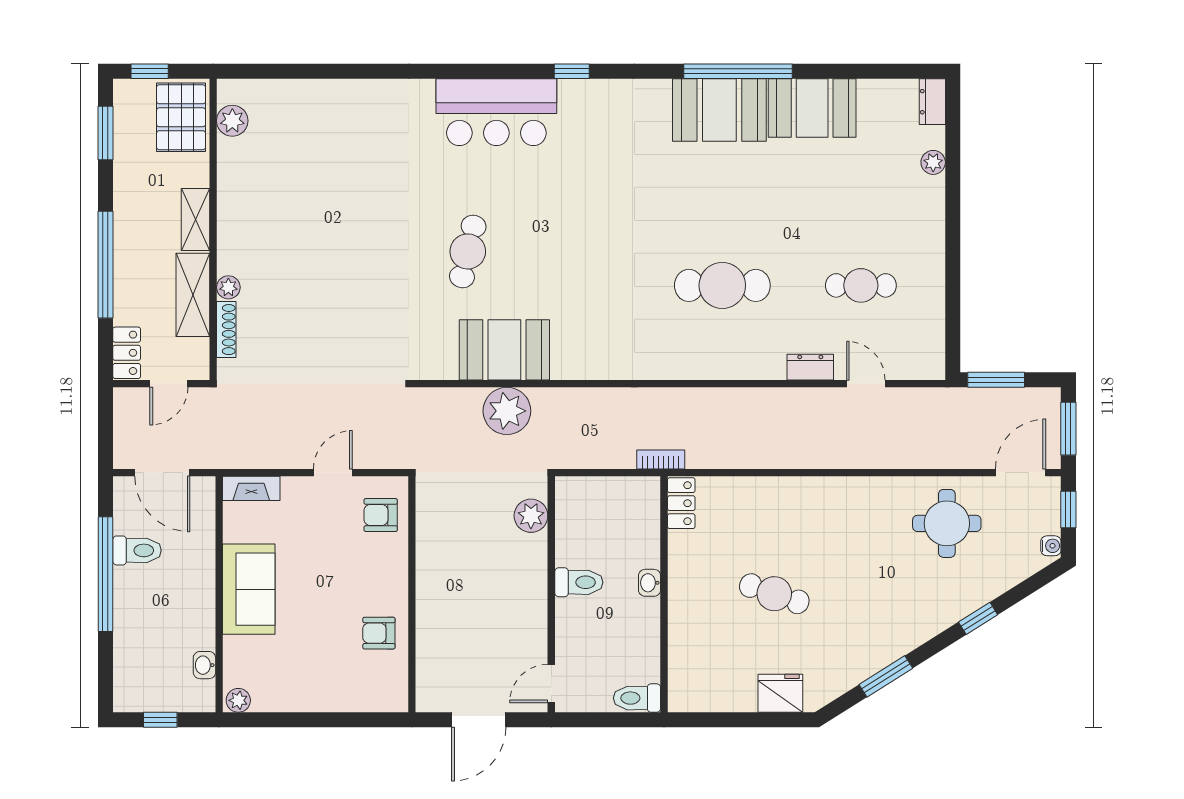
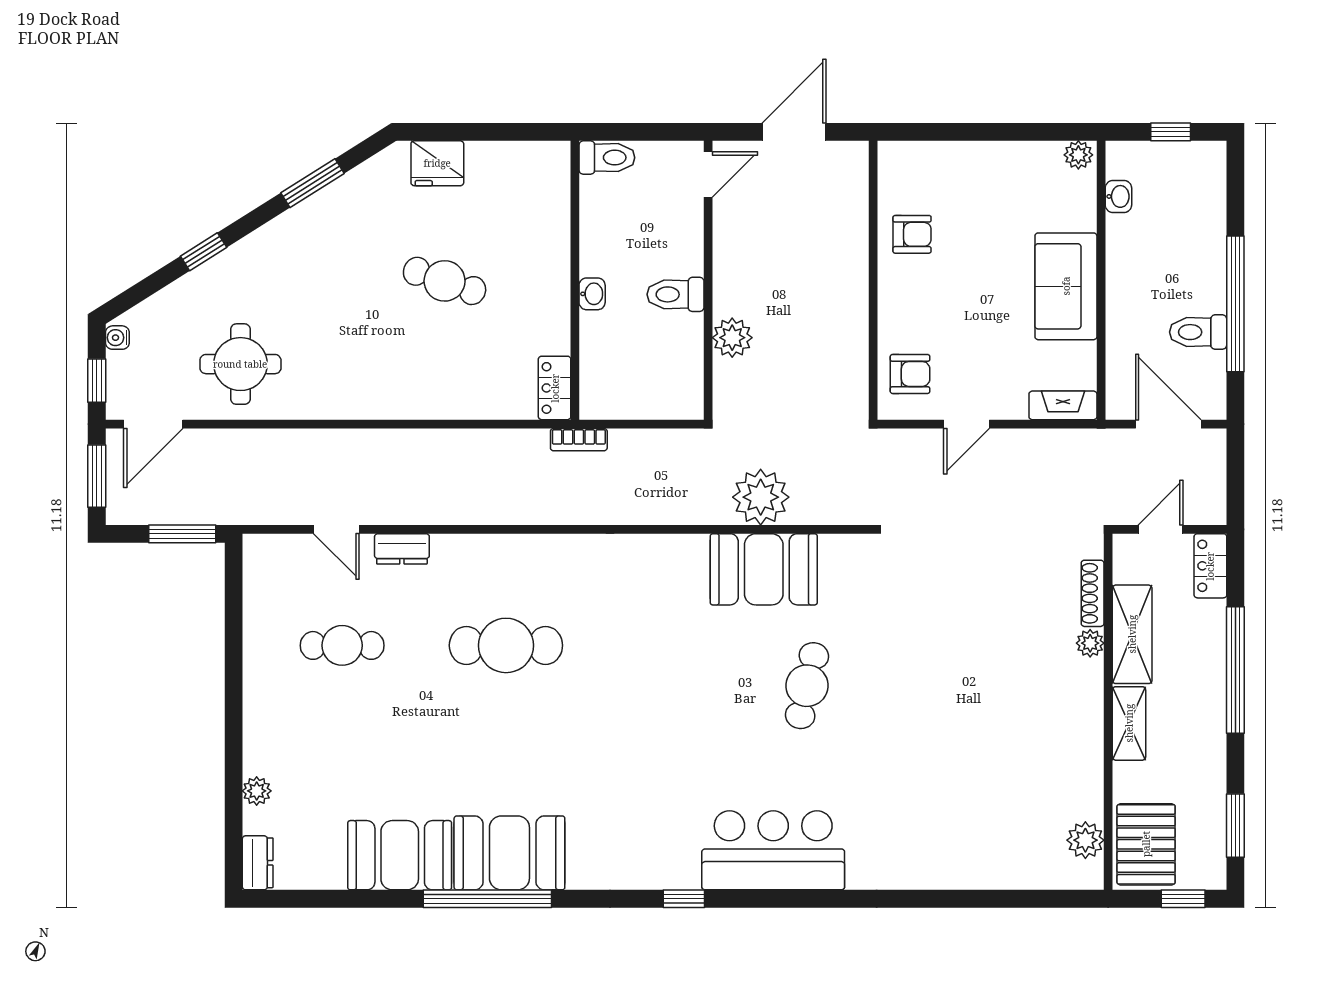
plant: (531, 516) -> (732, 338), moved

